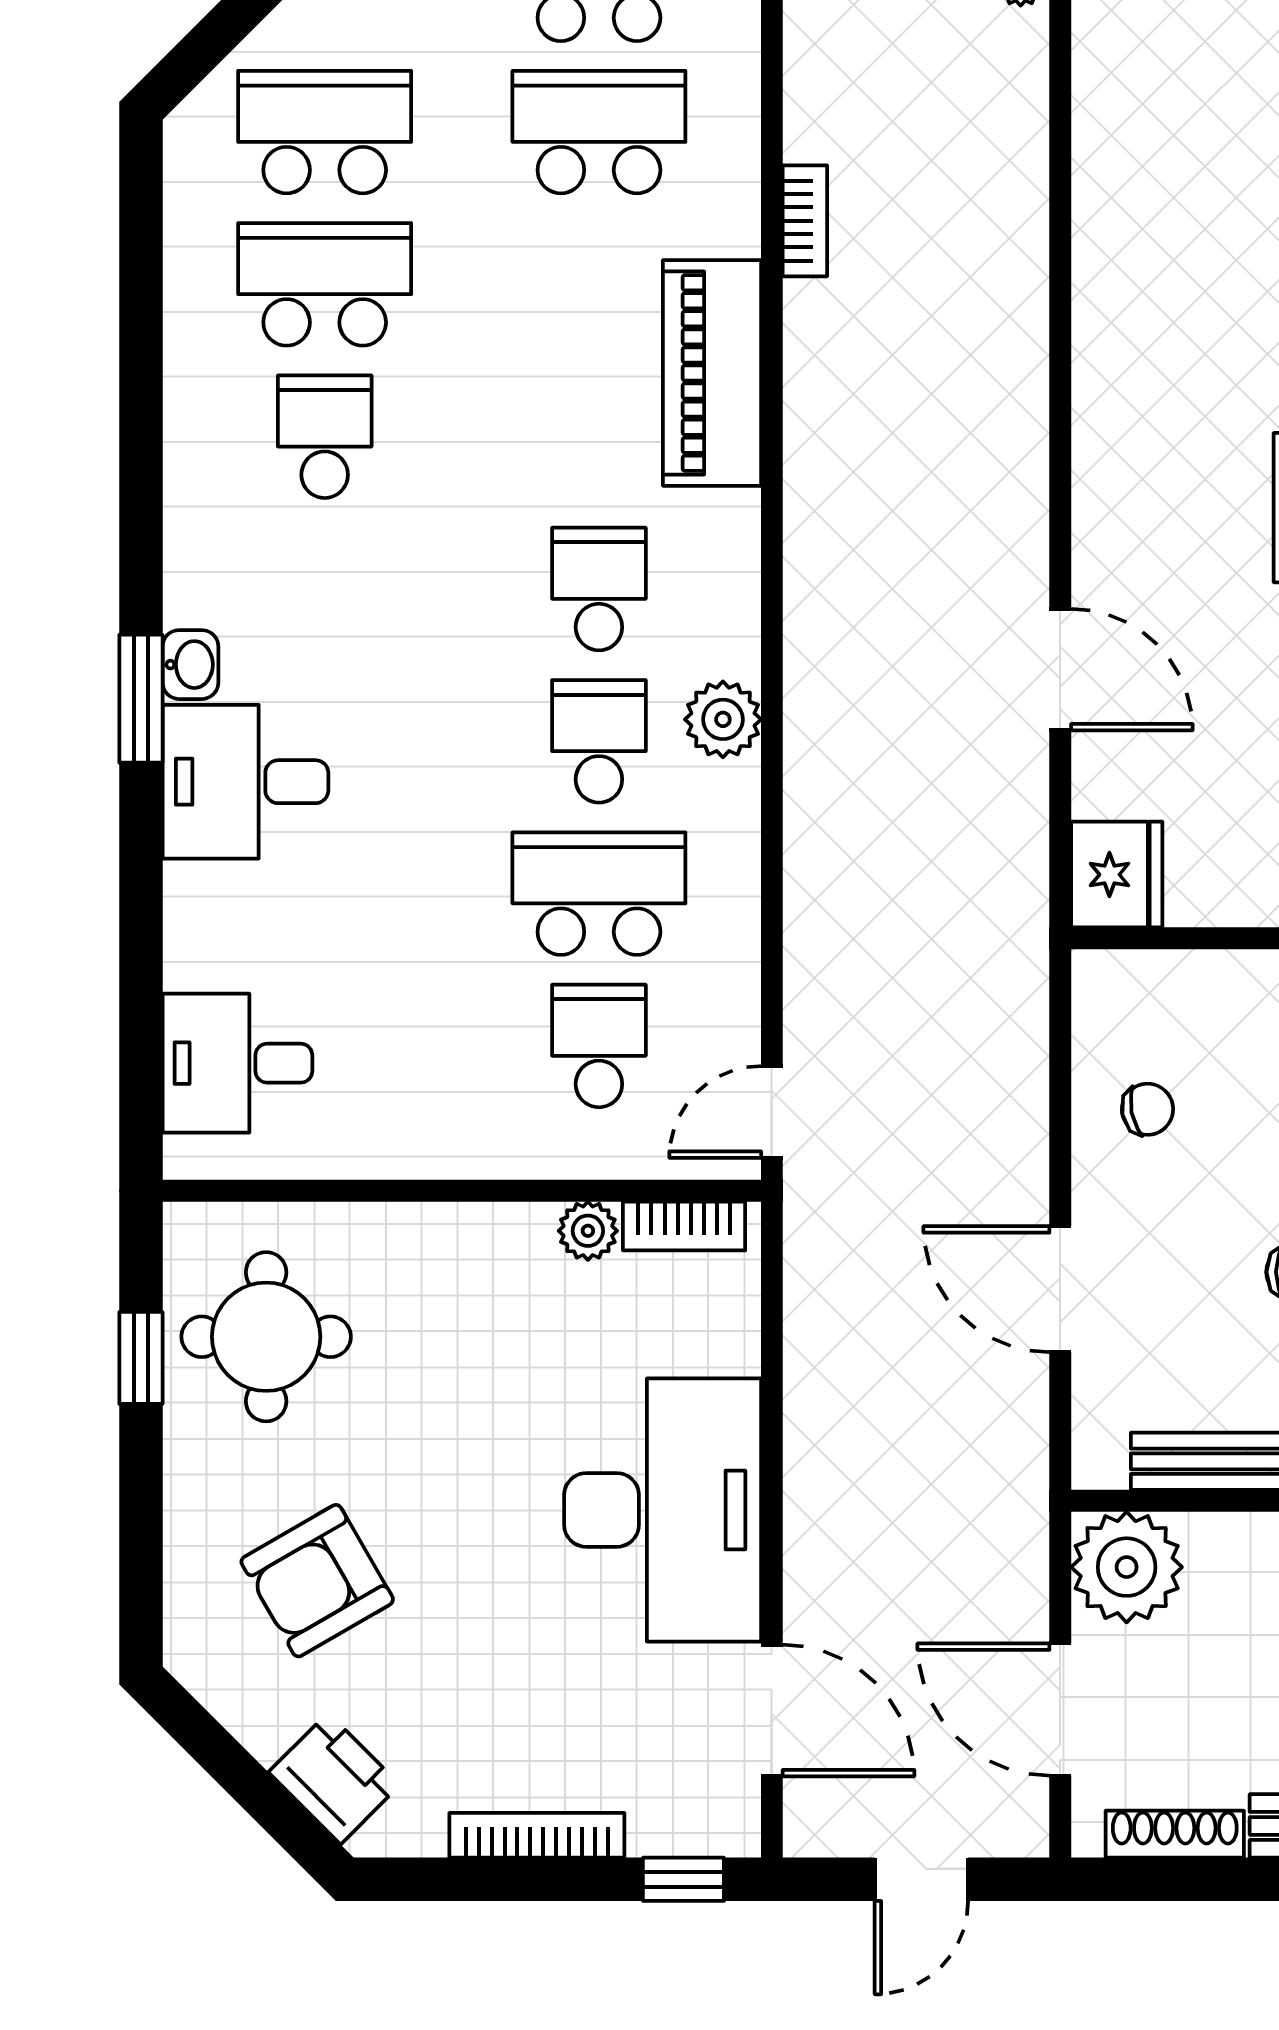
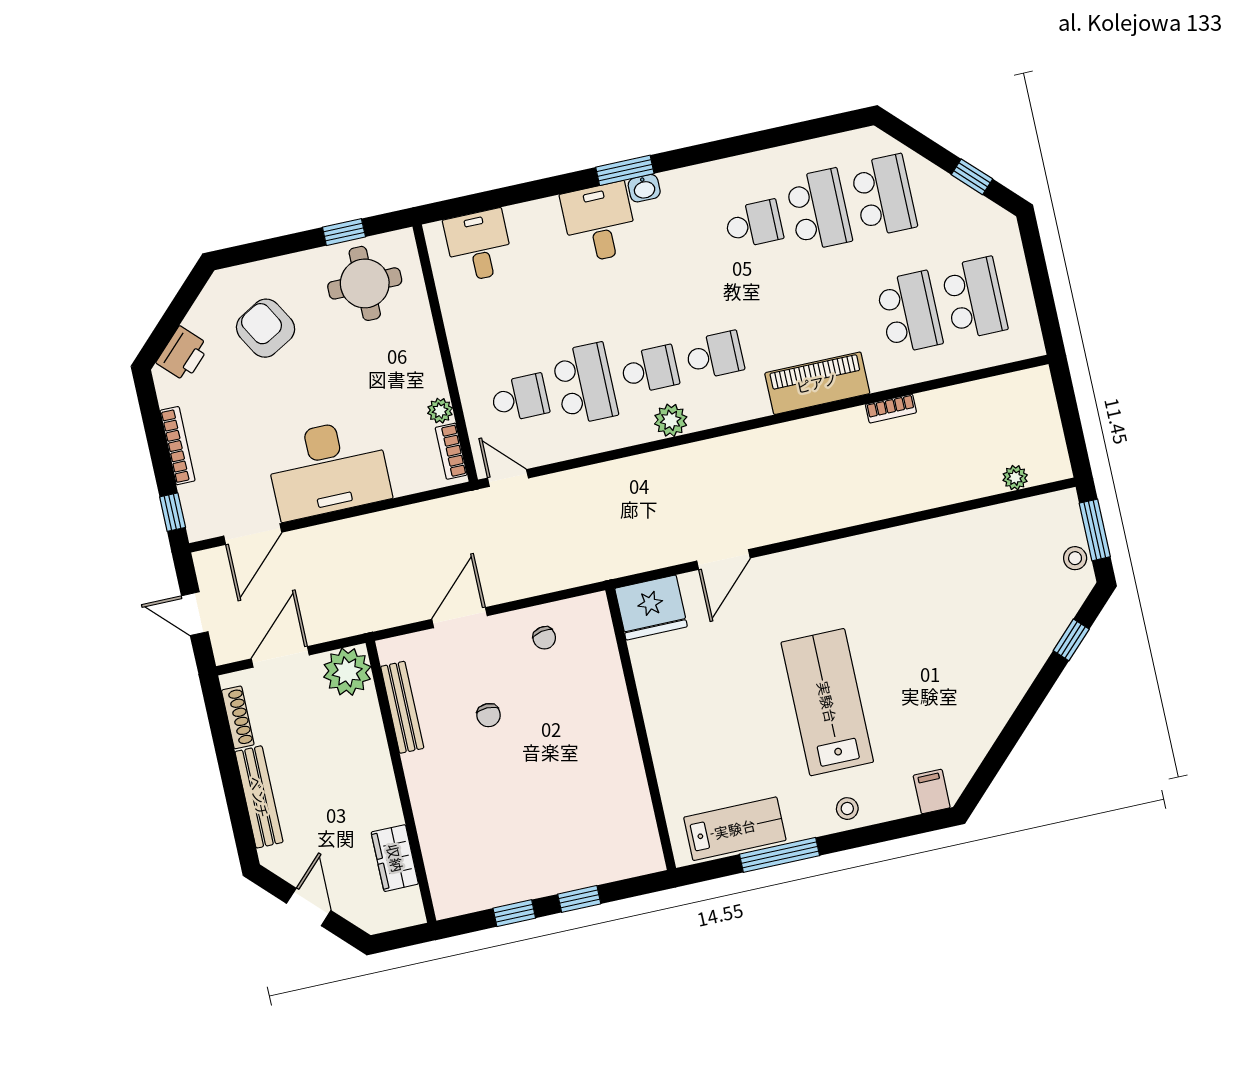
fridge: (1117, 875) -> (651, 608), width x1.36, depth x1.34

